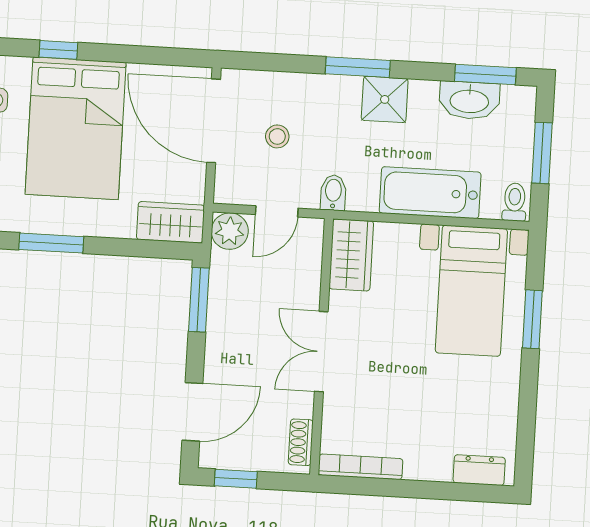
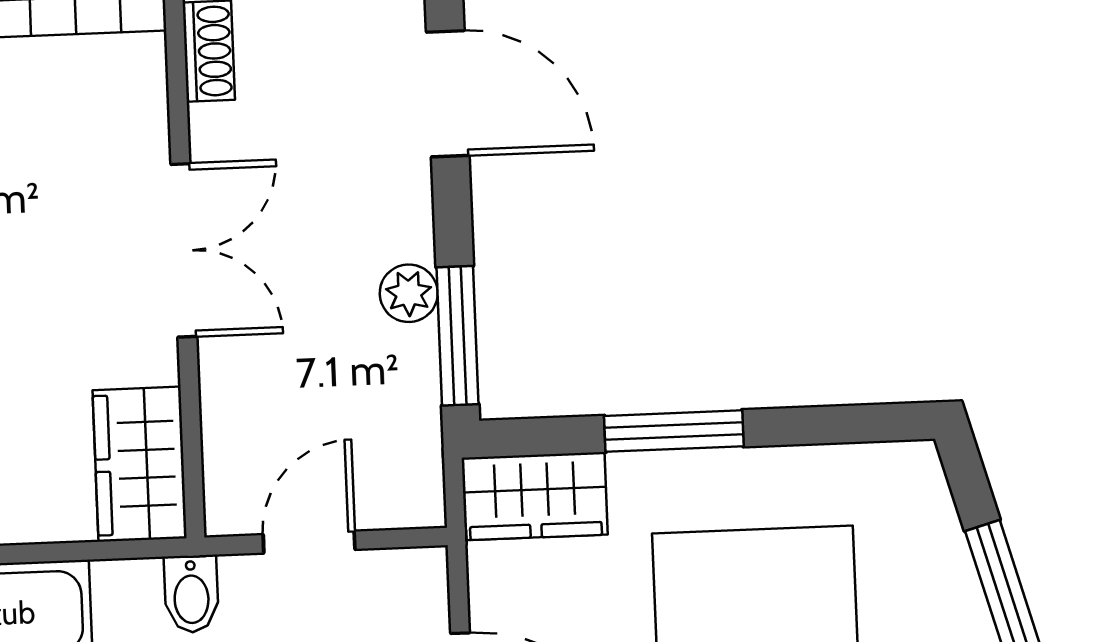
plant: (230, 231) -> (409, 293), moved, width x0.73, depth x0.73
window: (51, 243) -> (674, 431), moved
door: (192, 412) -> (448, 94), swing flipped

